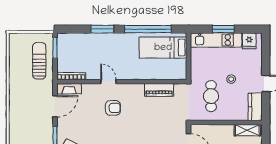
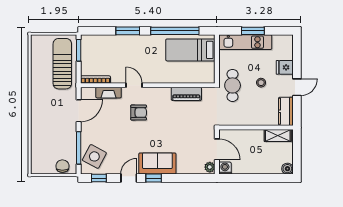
fridge: (249, 41) -> (285, 67), moved, turned 90
sun lounger: (39, 61) -> (62, 64), width x1.36, depth x1.34
fireplace: (69, 89) -> (109, 93), moved
cafe table: (211, 96) -> (233, 85), moved

